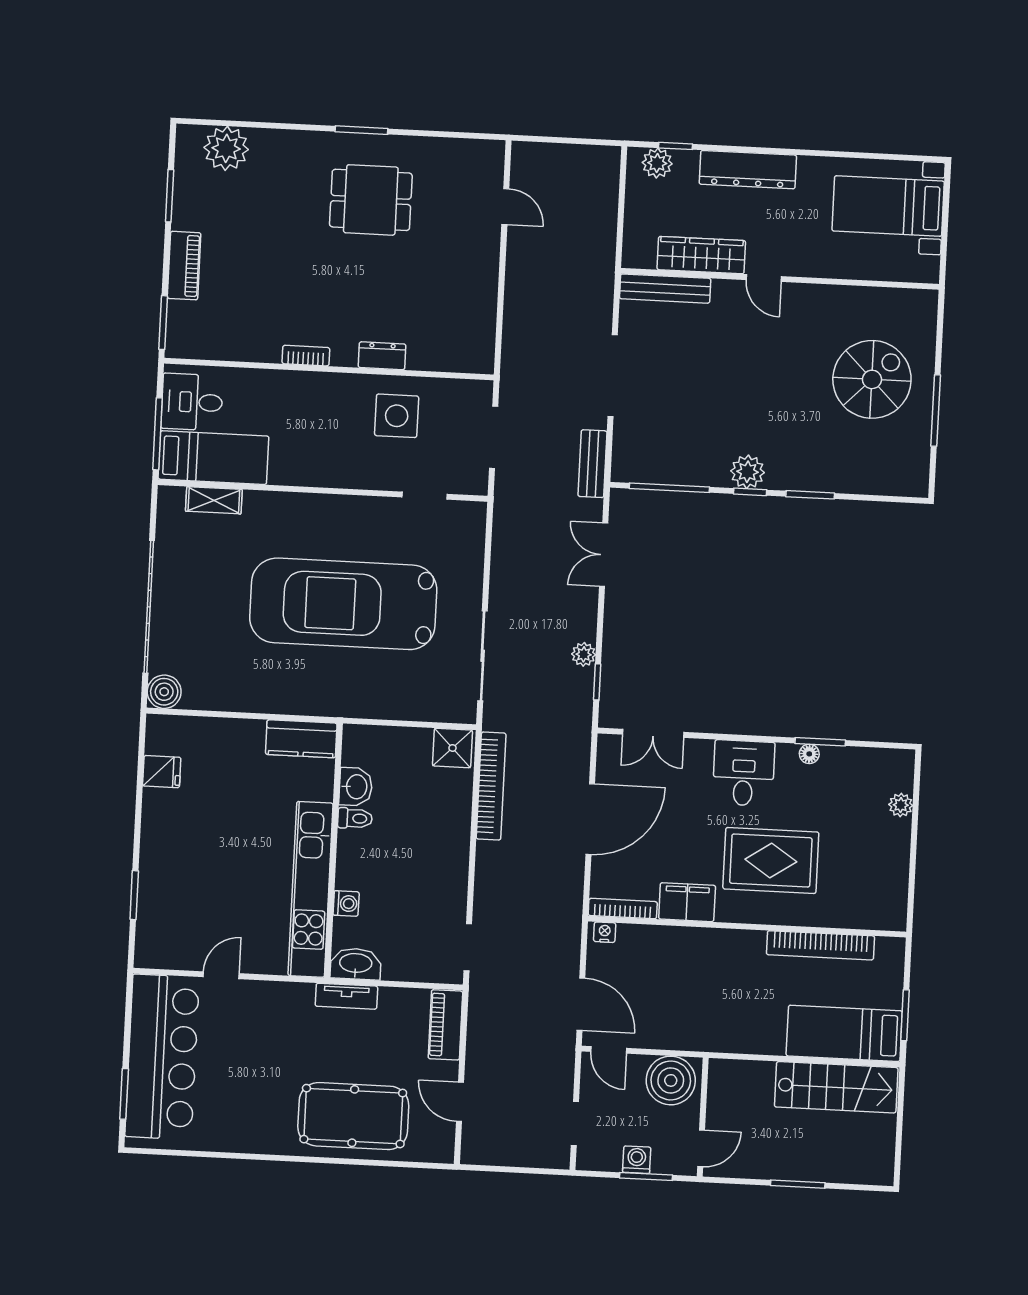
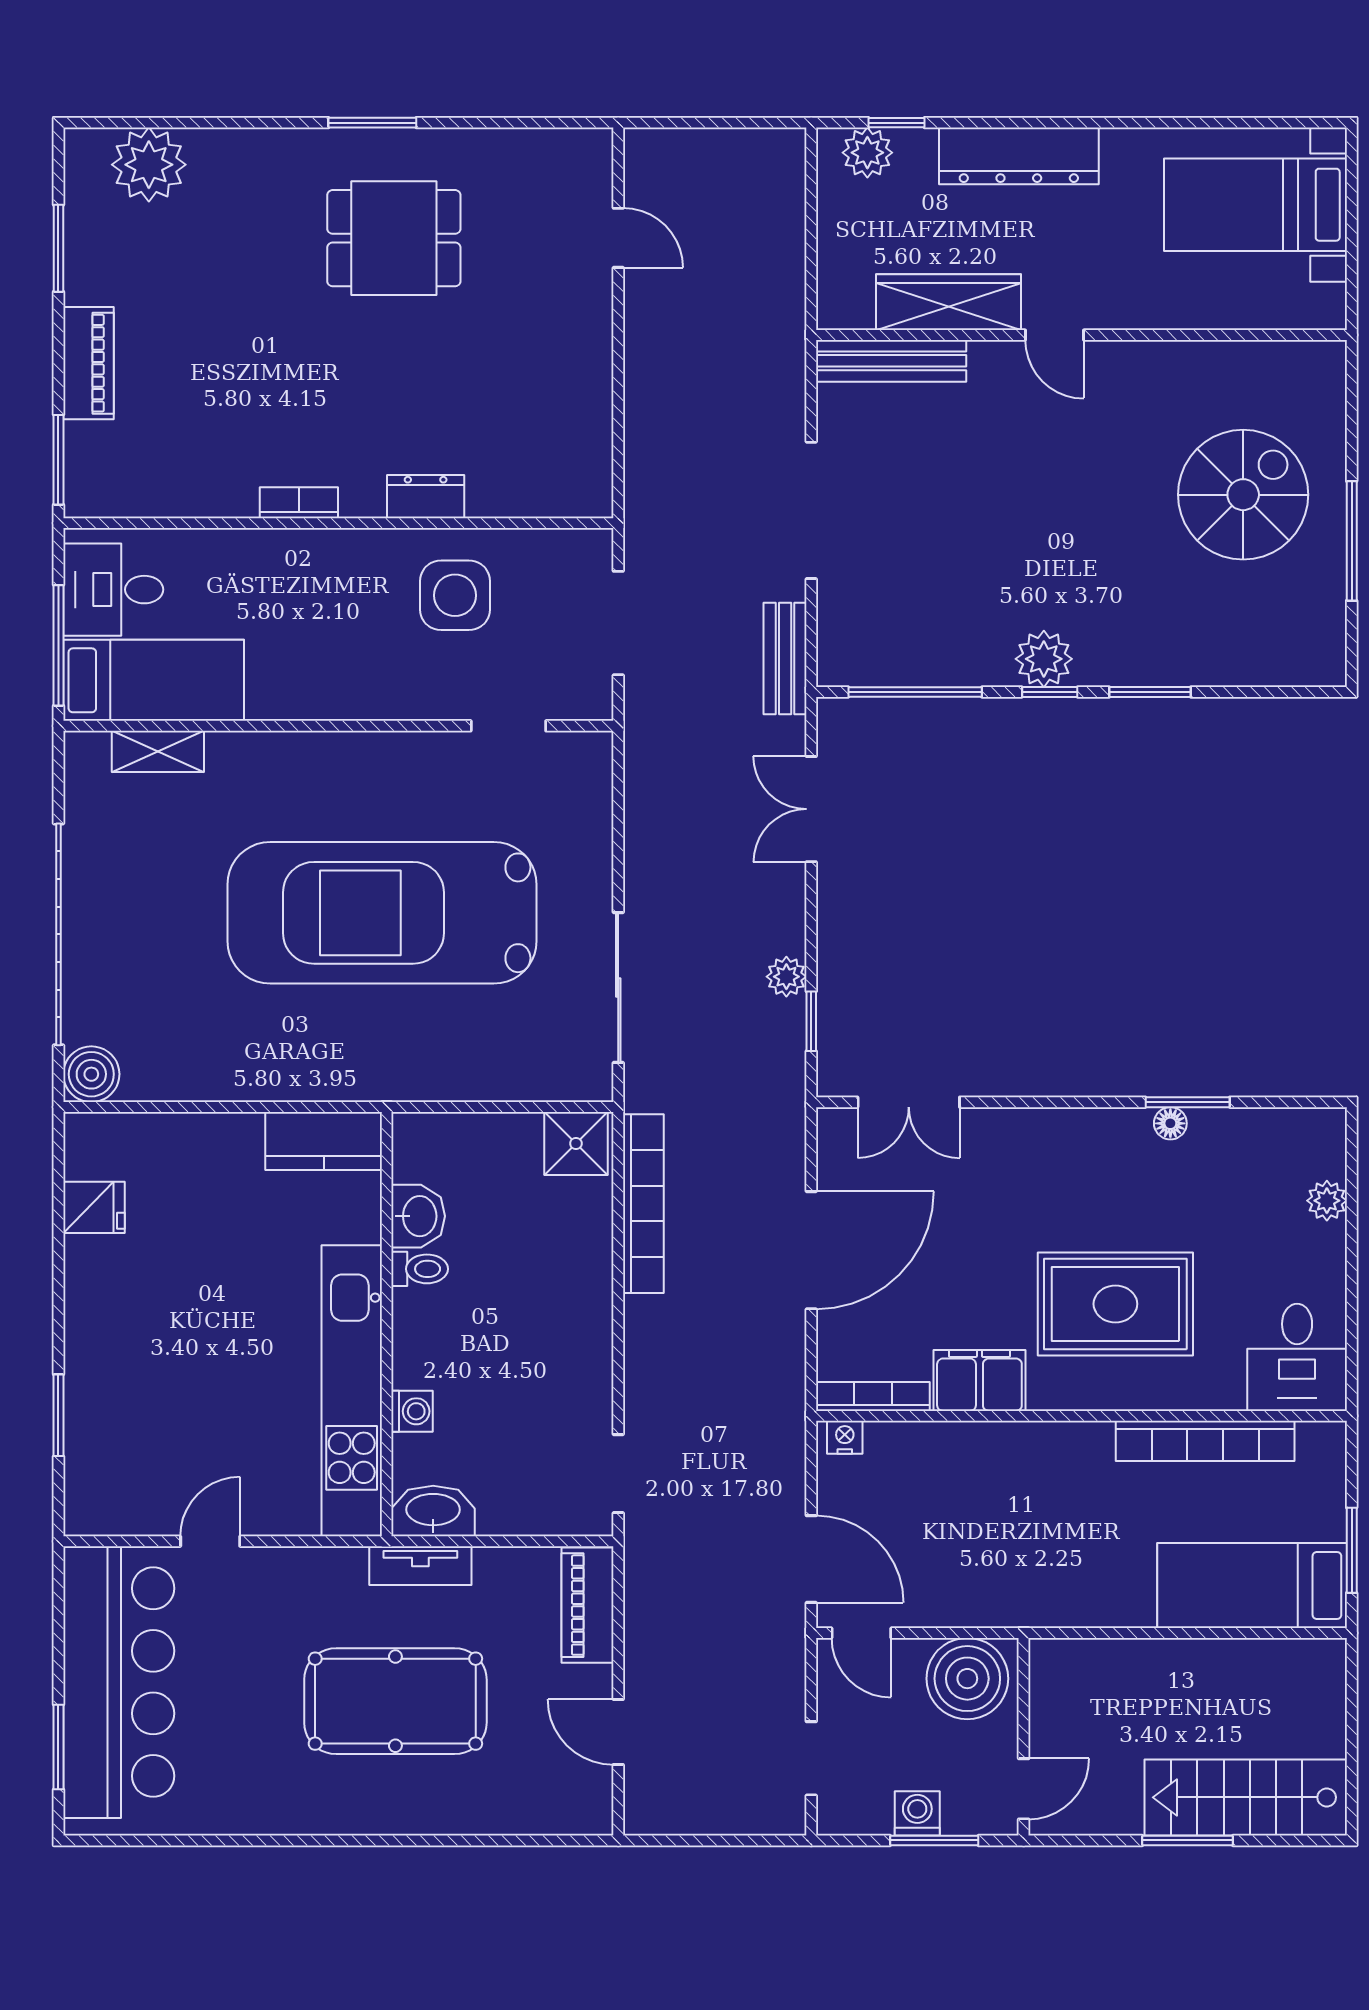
desk: (744, 773) -> (1297, 1357), moved, turned 180
stairs: (836, 1087) -> (1246, 1797), moved, turned 180
pool table: (353, 1116) -> (395, 1701), moved

